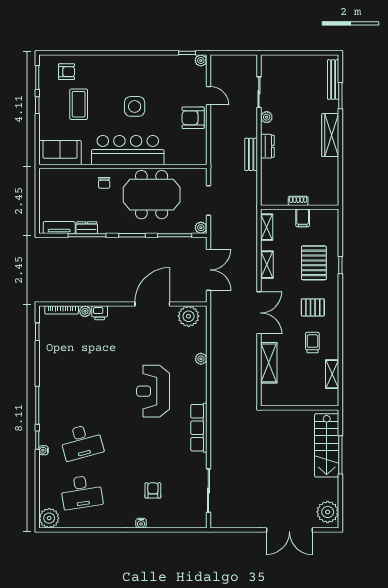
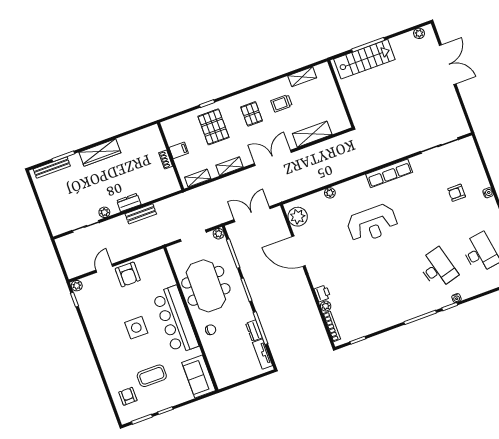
pallet: (314, 263) -> (213, 127), turned 90
plant: (328, 512) -> (419, 33), width x0.53, depth x0.53

